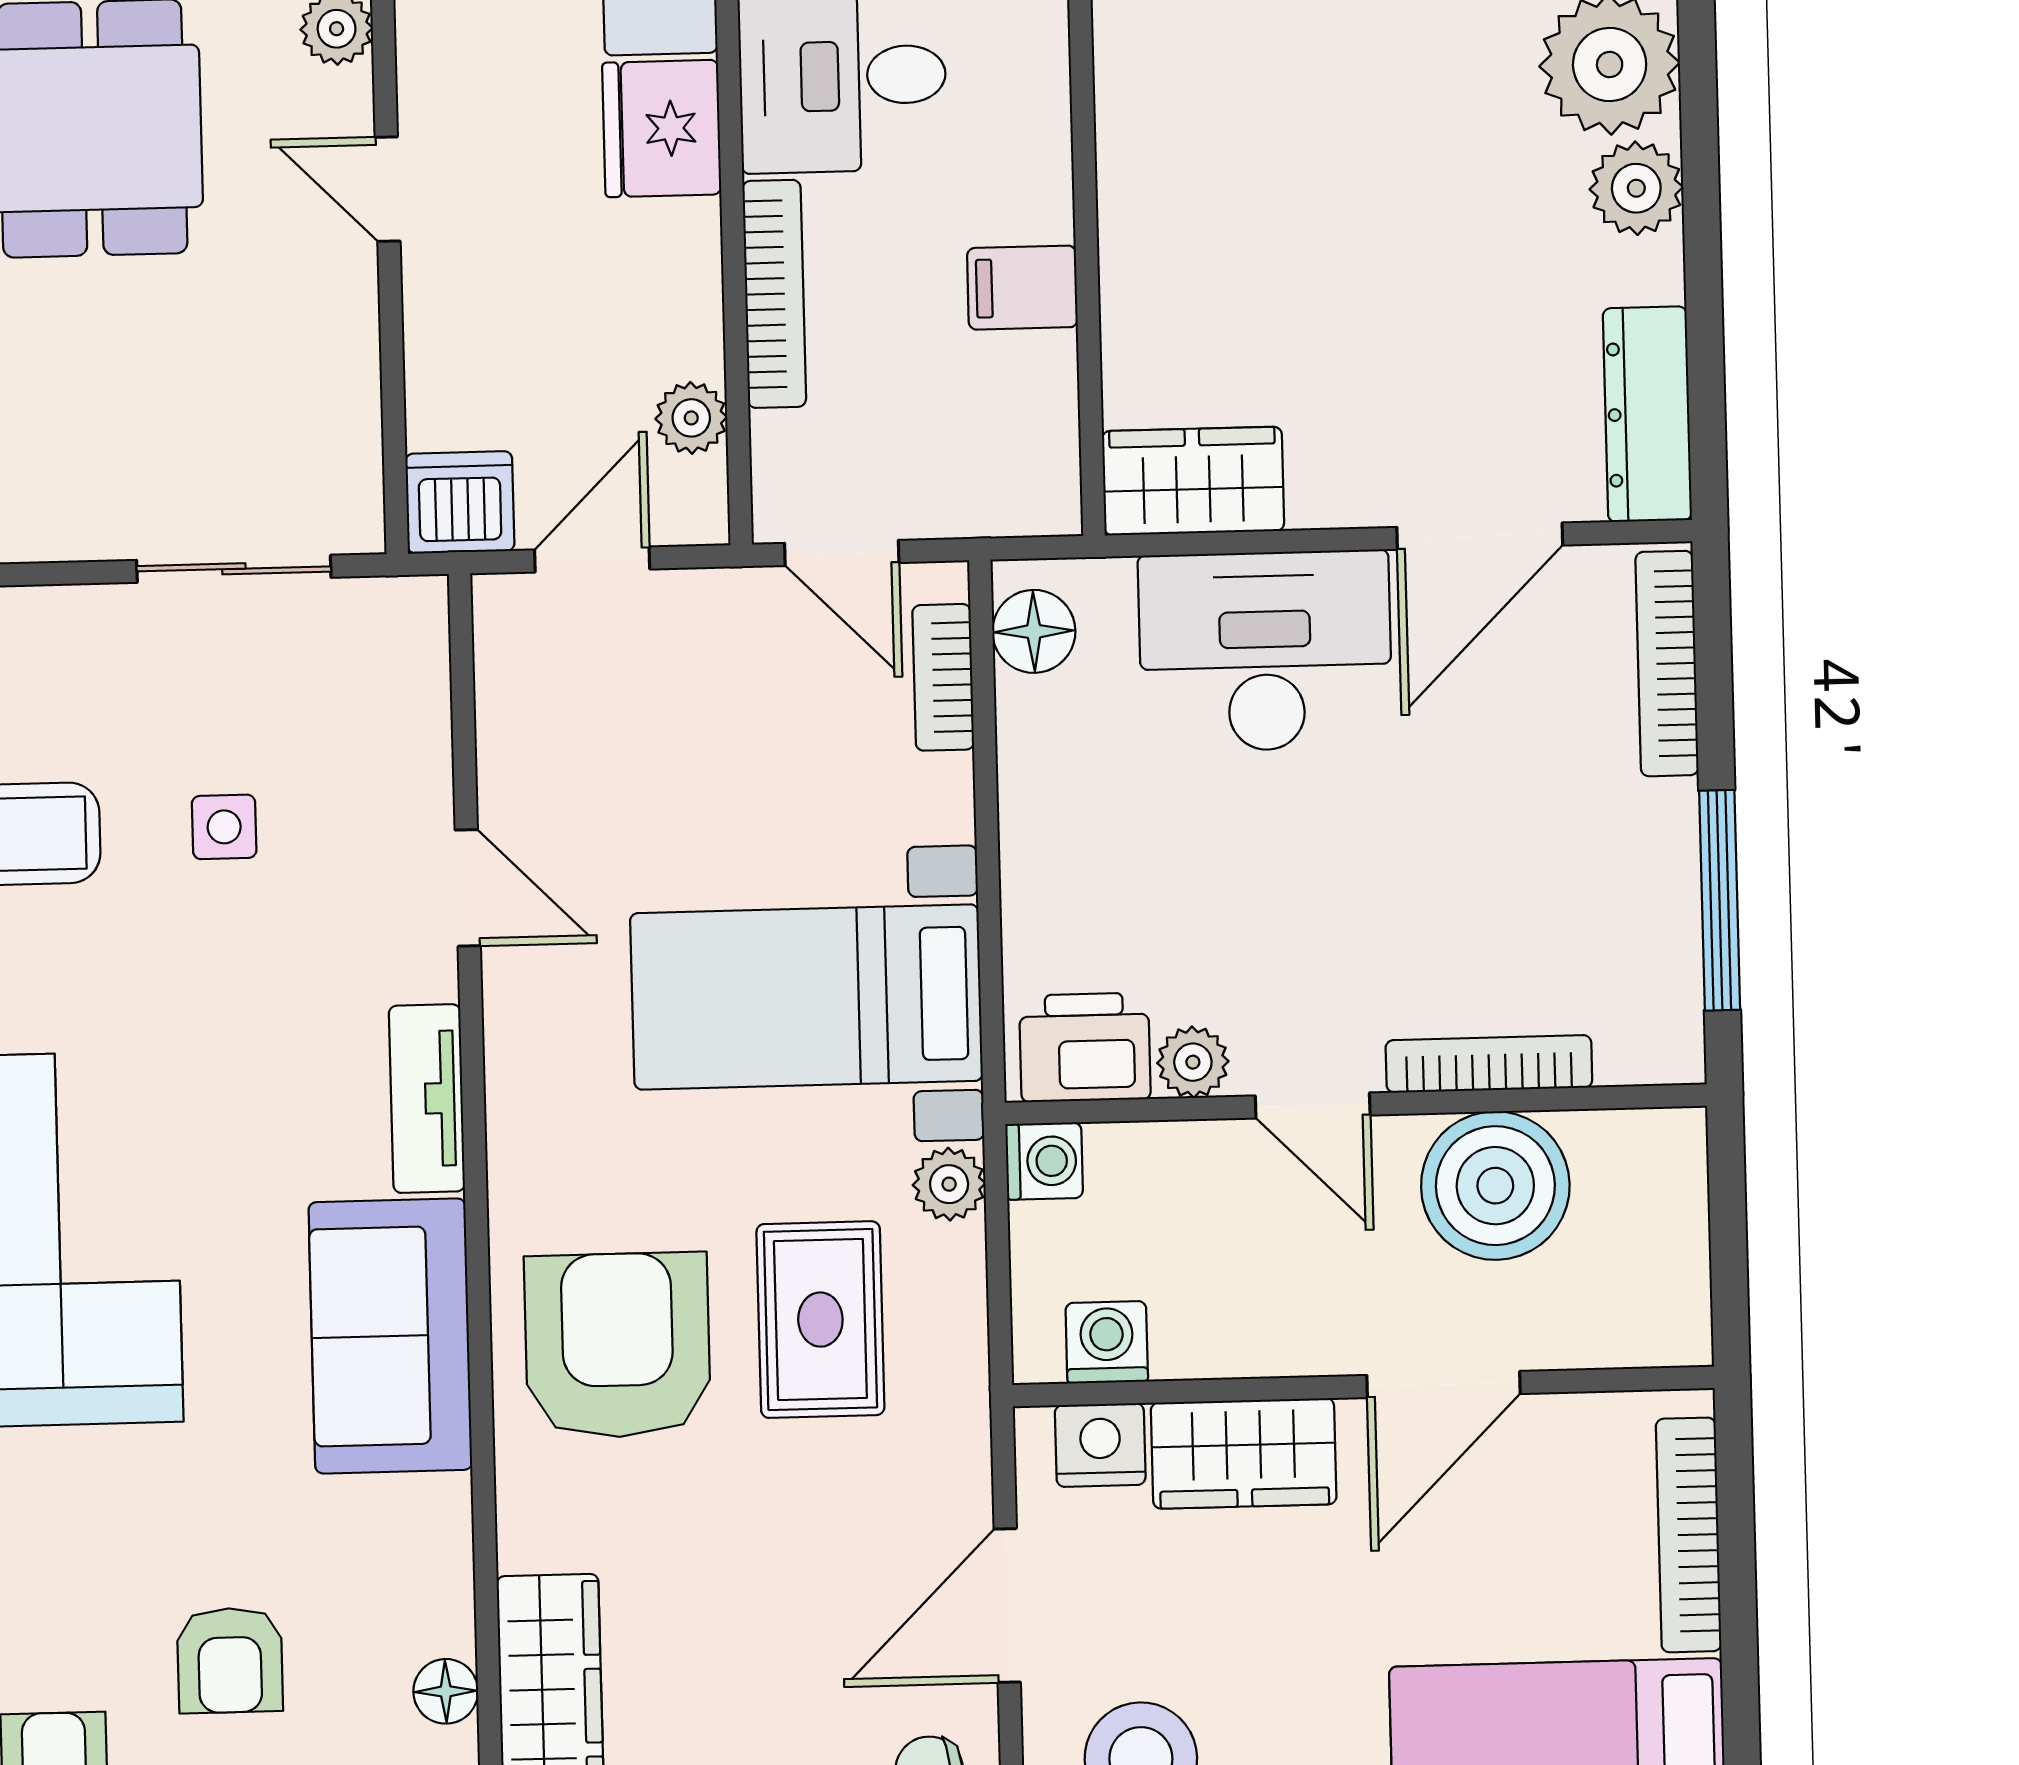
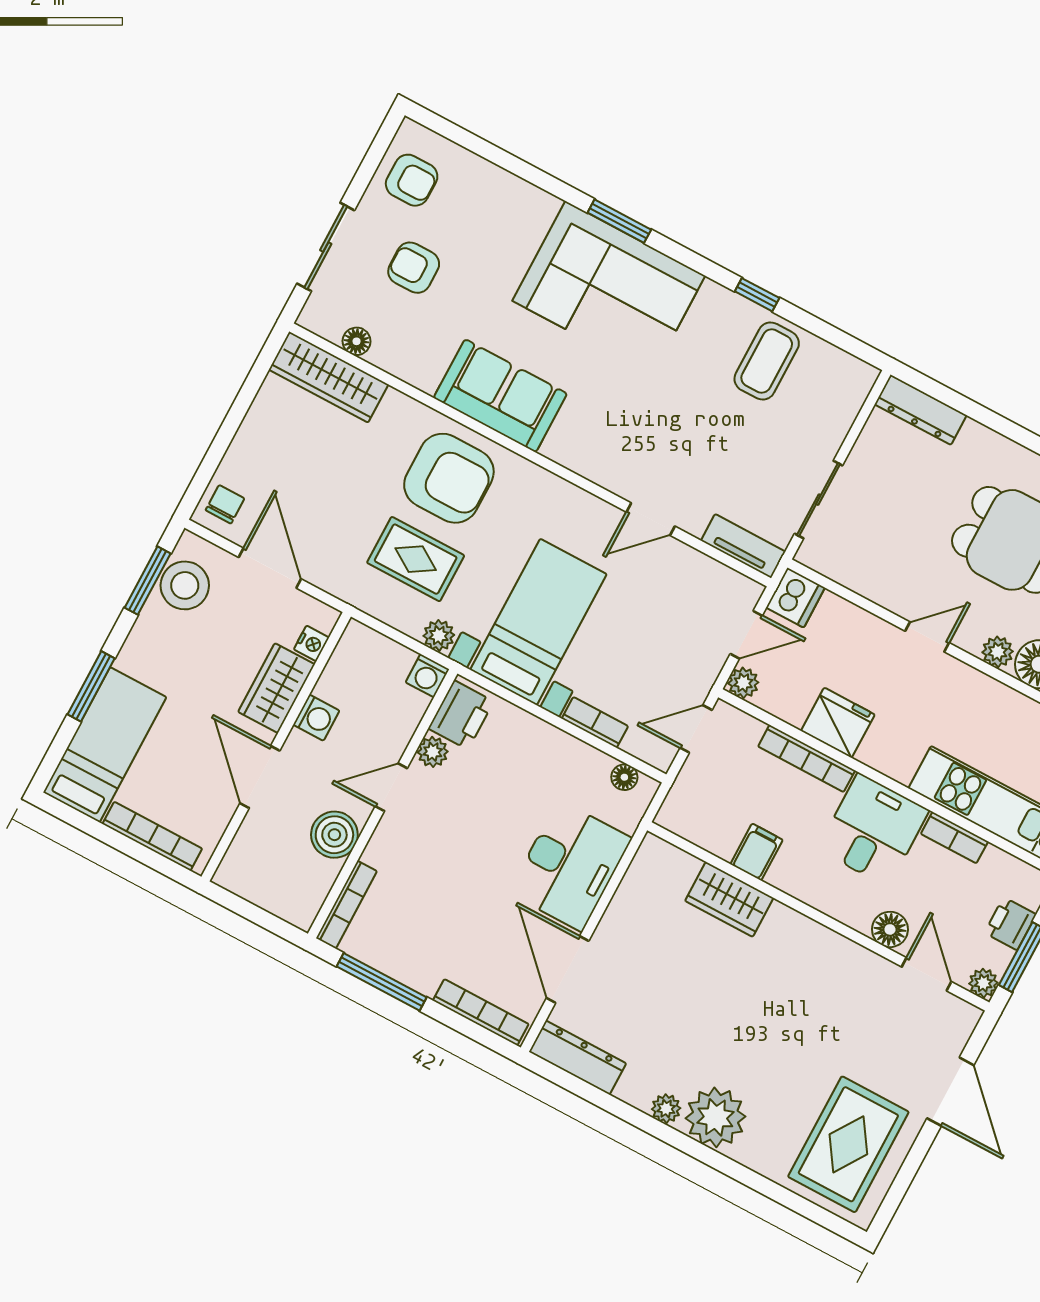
fridge: (662, 129) -> (838, 723), moved
plant: (1636, 188) -> (666, 1109), width x0.73, depth x0.73
plant: (691, 418) -> (743, 683), moved
wardrobe: (1193, 481) -> (729, 899), moved, turned 90
door: (592, 559) -> (746, 635), hinge flipped
floor lamp: (1034, 631) -> (624, 777), width x0.73, depth x0.73
bookcase: (943, 677) -> (595, 722), moved
side table: (224, 827) -> (725, 441), removed
bookcase: (1489, 1064) -> (346, 905), moved
tv unit: (427, 1099) -> (743, 546), moved
boiler: (1495, 1186) -> (334, 835), width x0.73, depth x0.73
washing machine: (1107, 1342) -> (316, 718), moved
nightstand: (1100, 1445) -> (311, 643), width x0.72, depth x0.74

